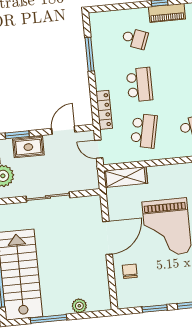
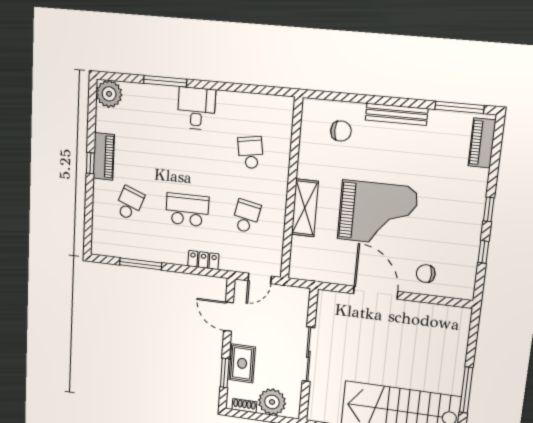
locker: (104, 110) -> (203, 260), width x0.66
school desk: (144, 131) -> (246, 216), width x0.54
shelving: (126, 177) -> (305, 208), moved
plant: (79, 306) -> (458, 348), removed
window: (155, 309) -> (483, 252), width x0.67

